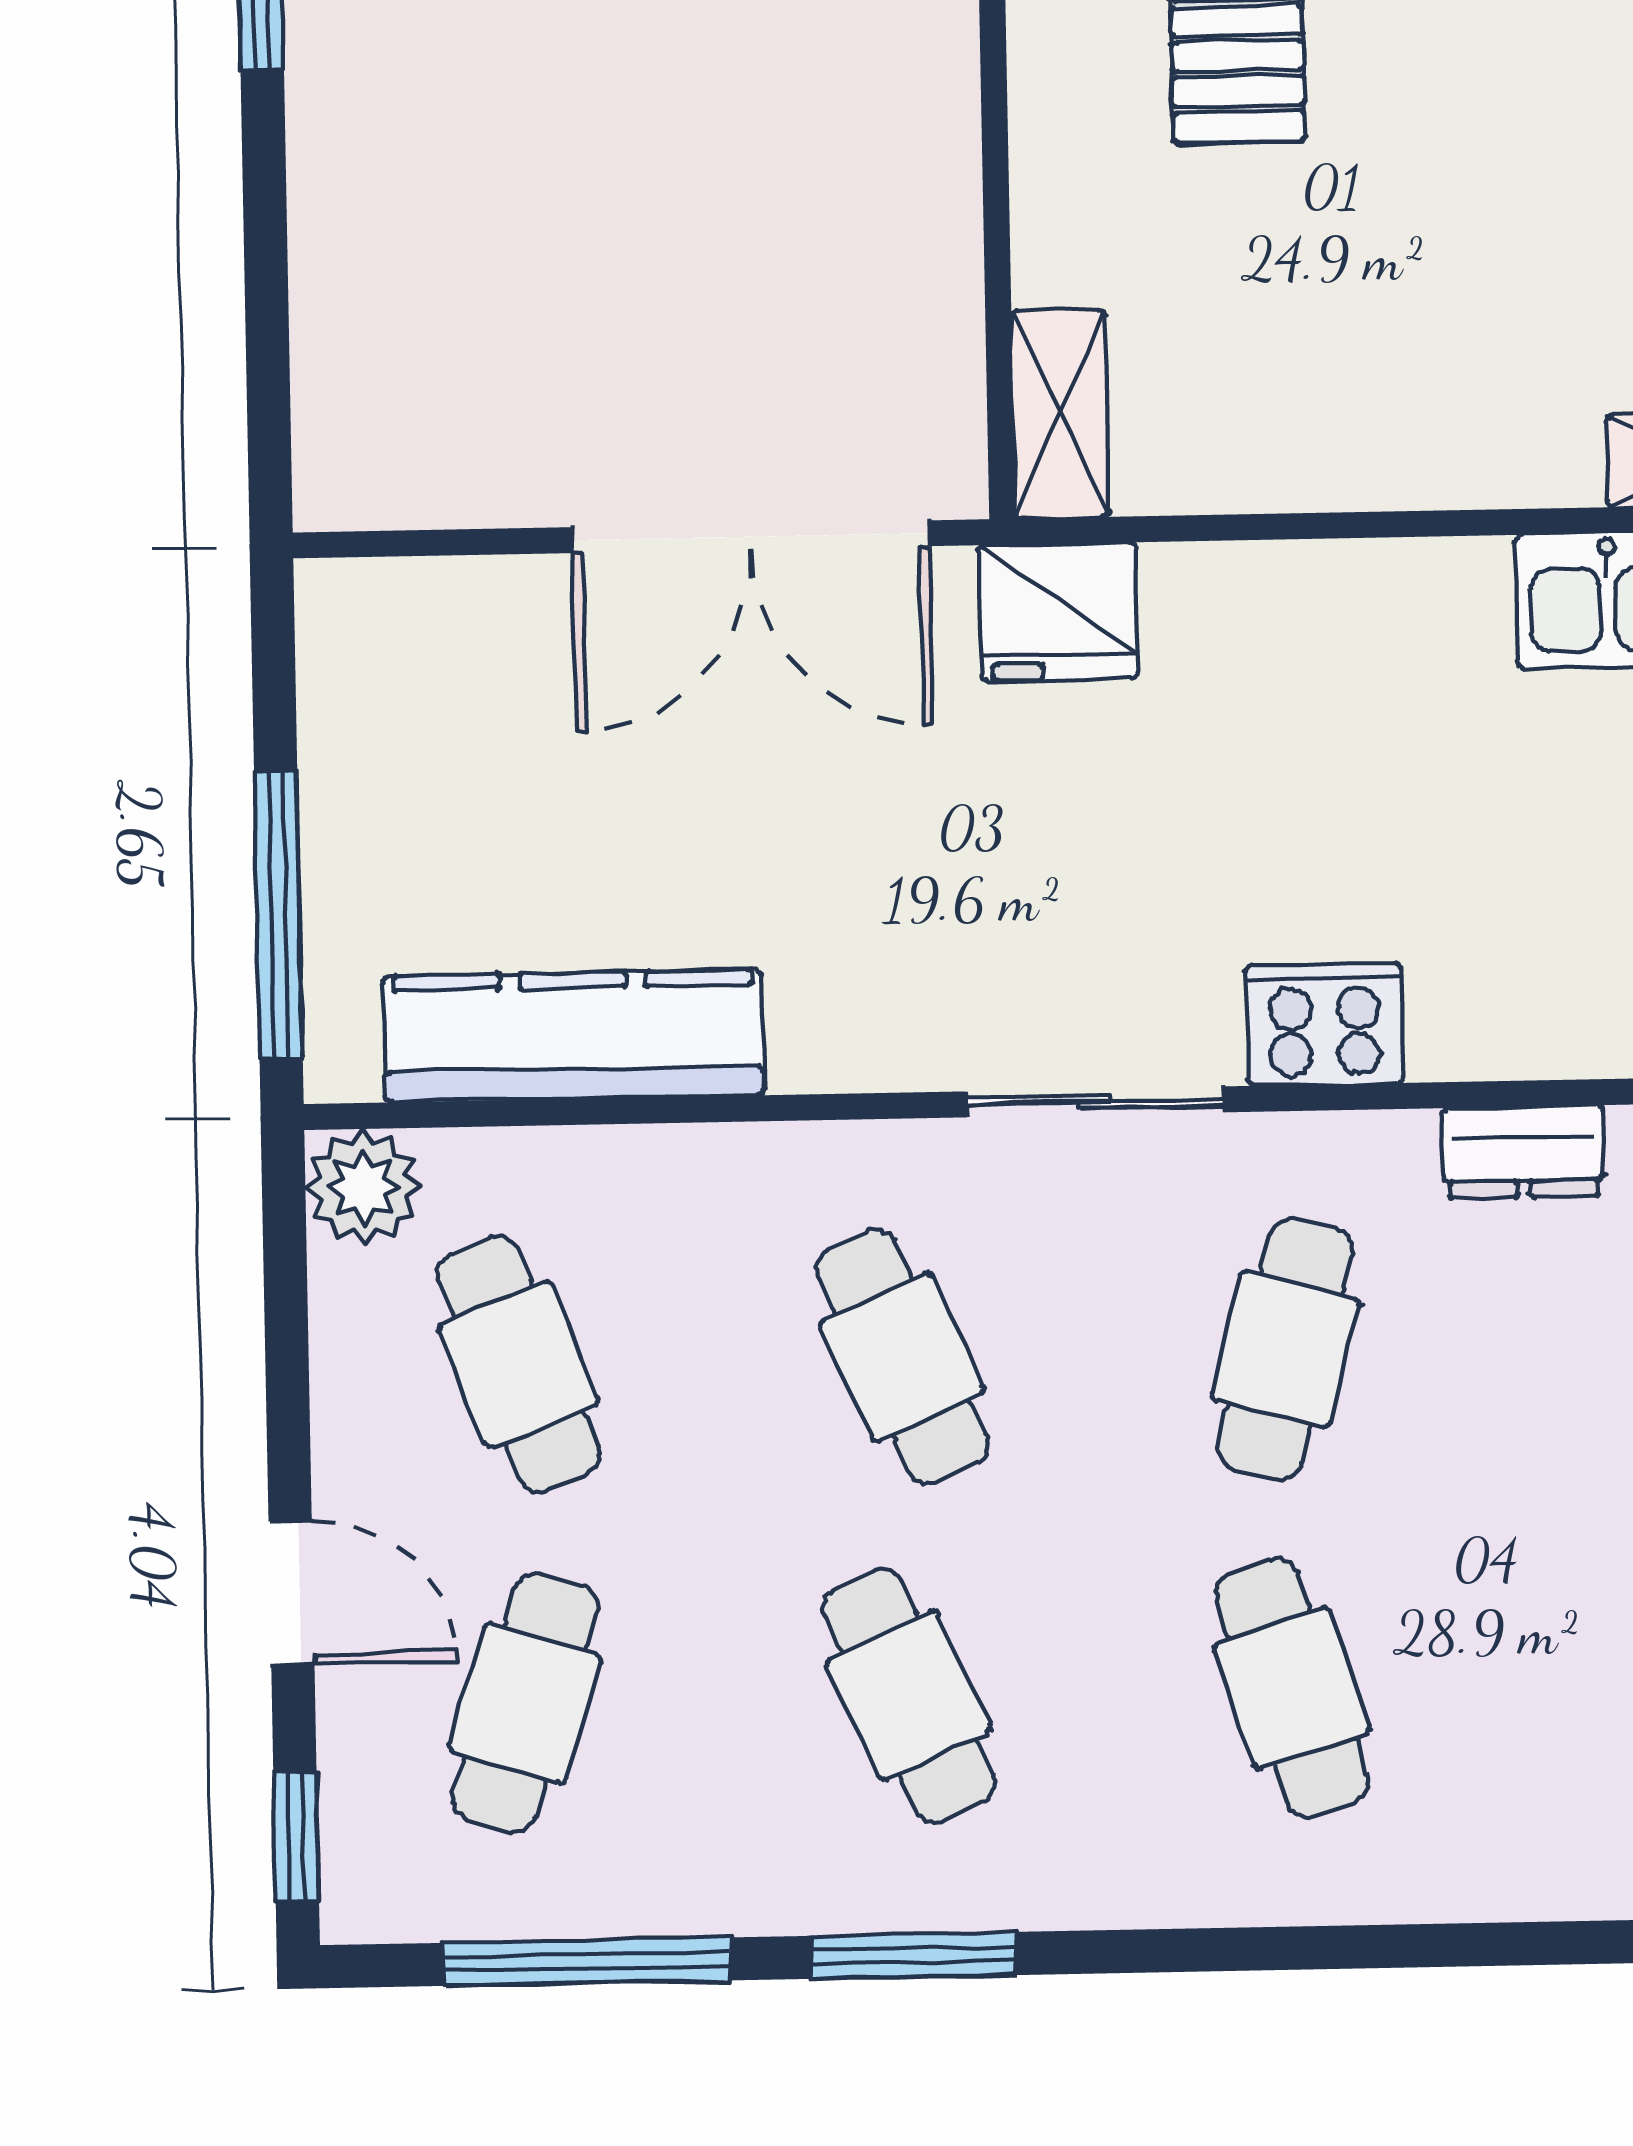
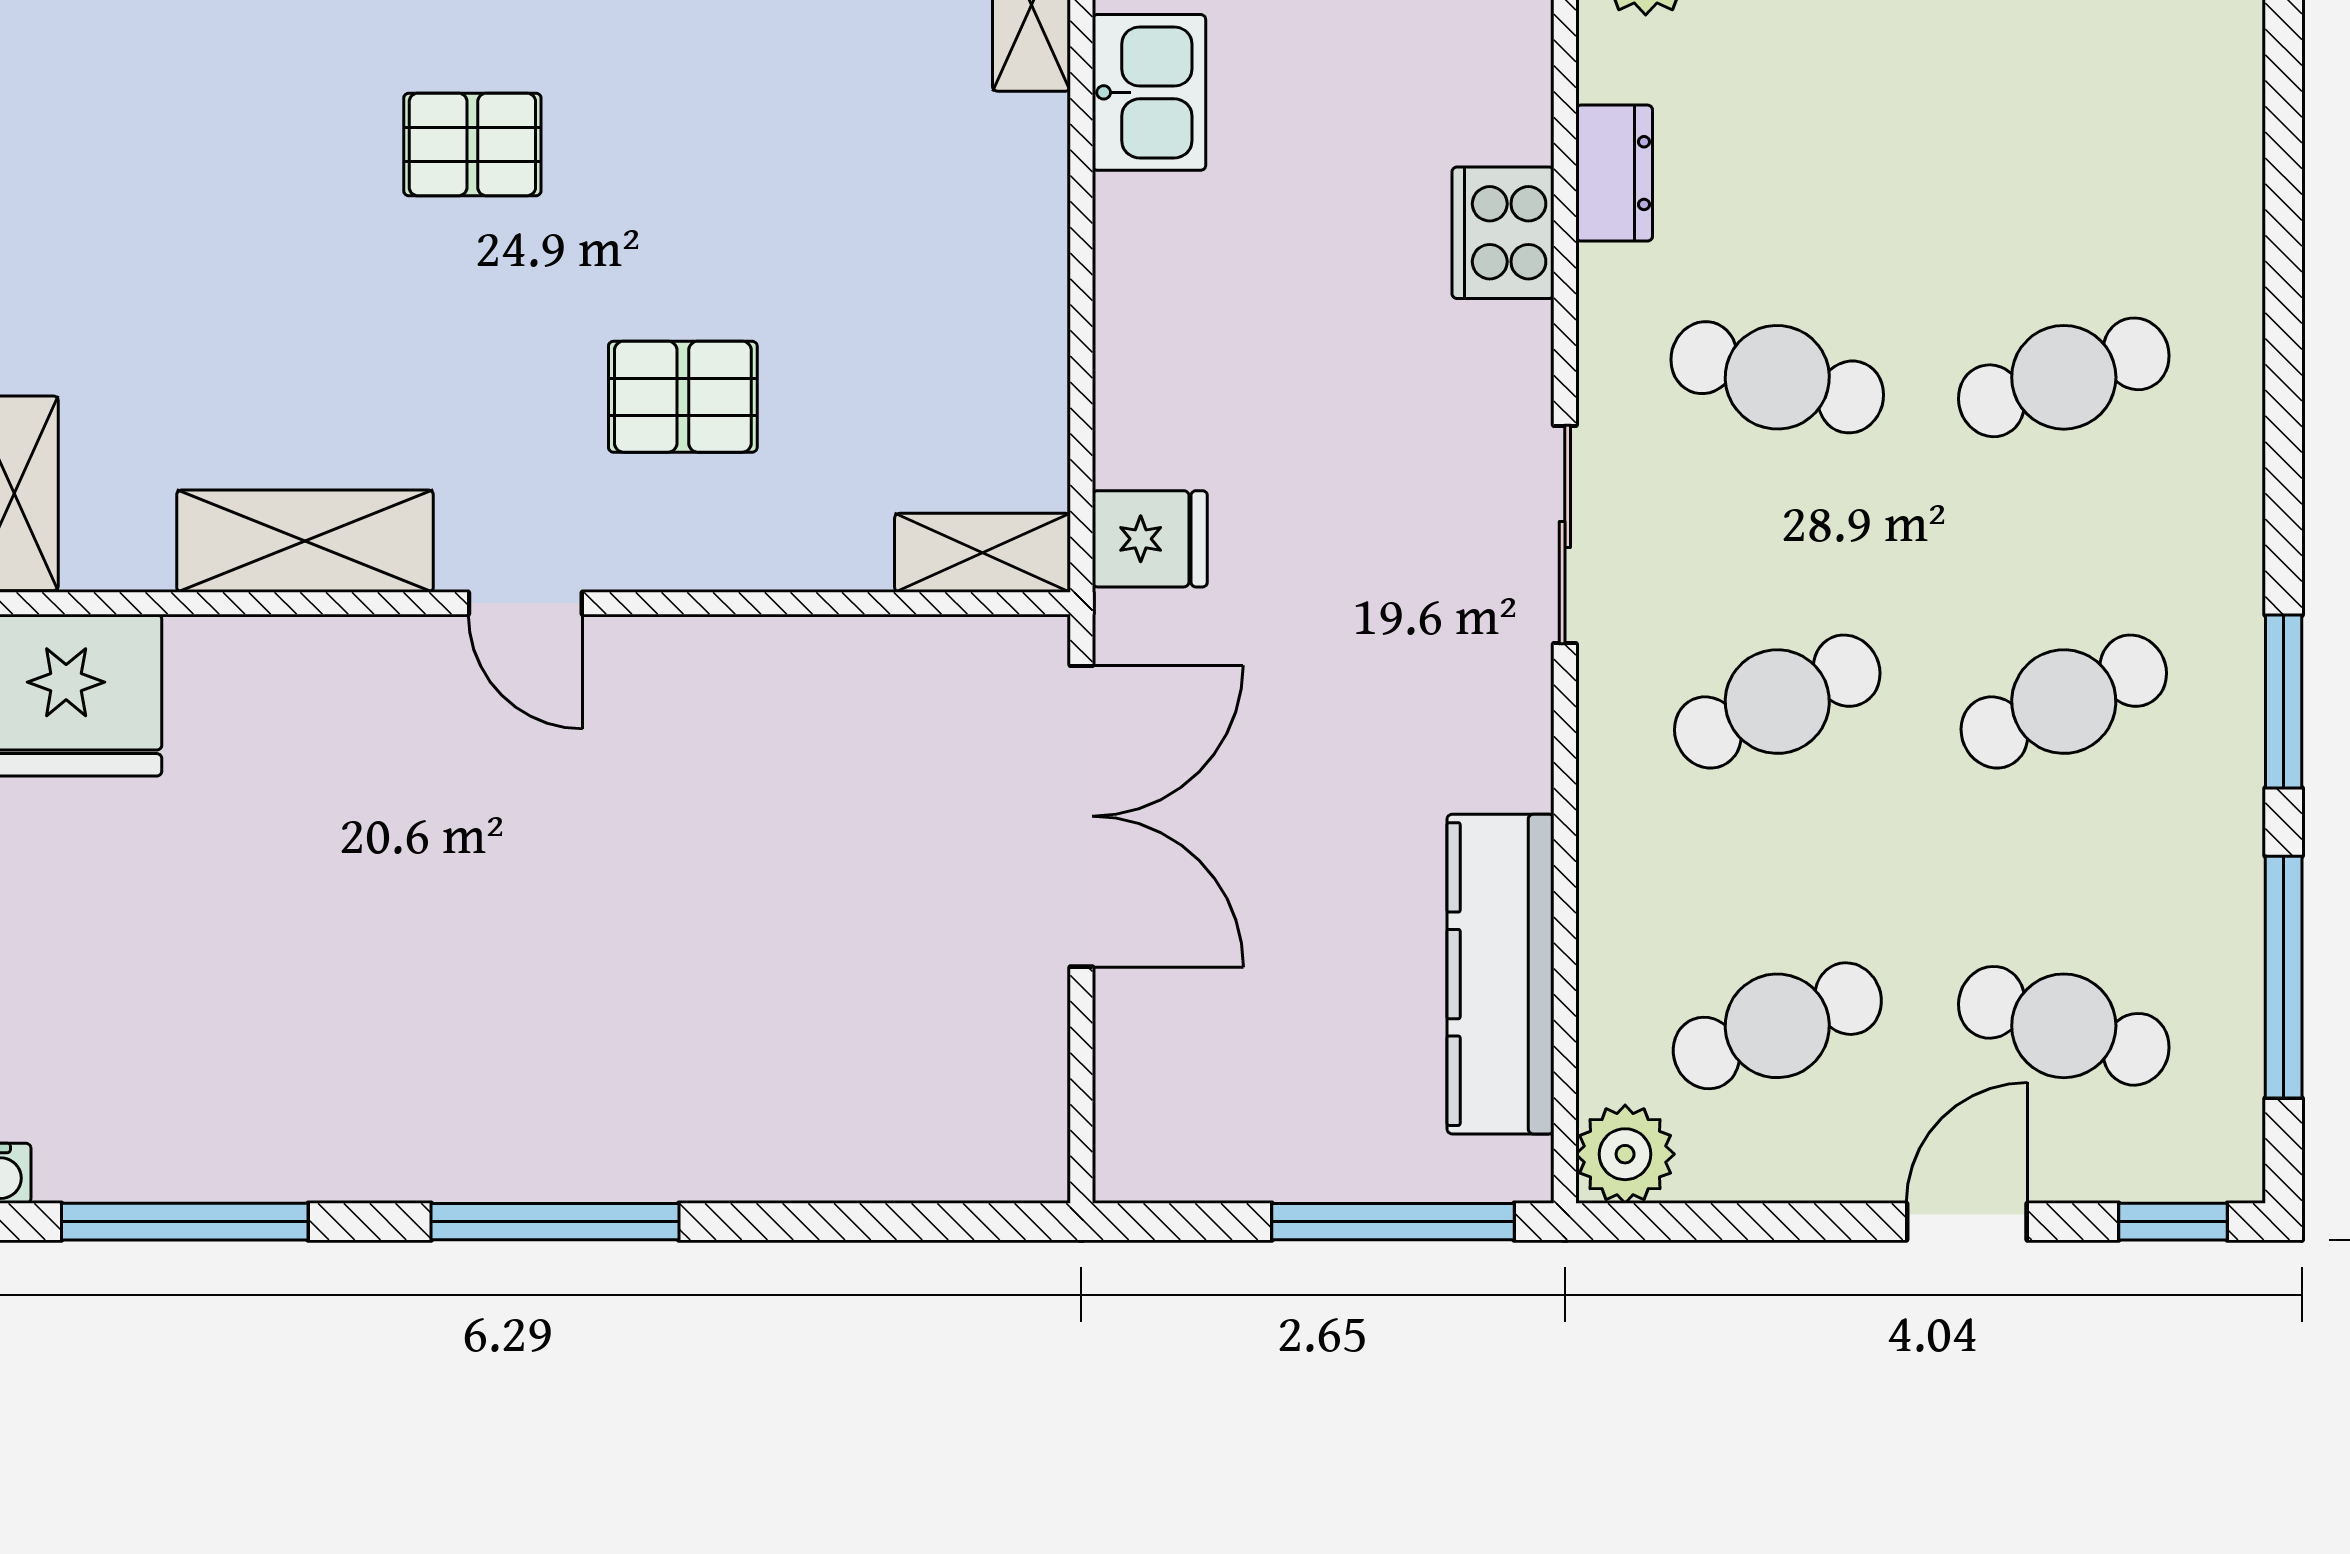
fridge: (1058, 612) -> (1150, 539), width x0.72
cooker: (1324, 1024) -> (1503, 233), moved

